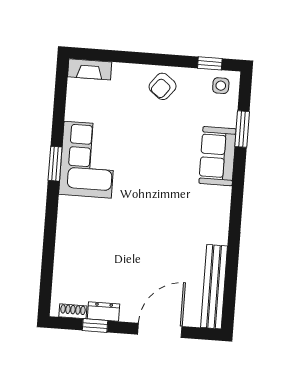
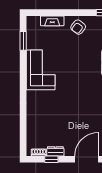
fireplace: (90, 69) -> (52, 21), moved
window: (55, 164) -> (23, 41), moved

